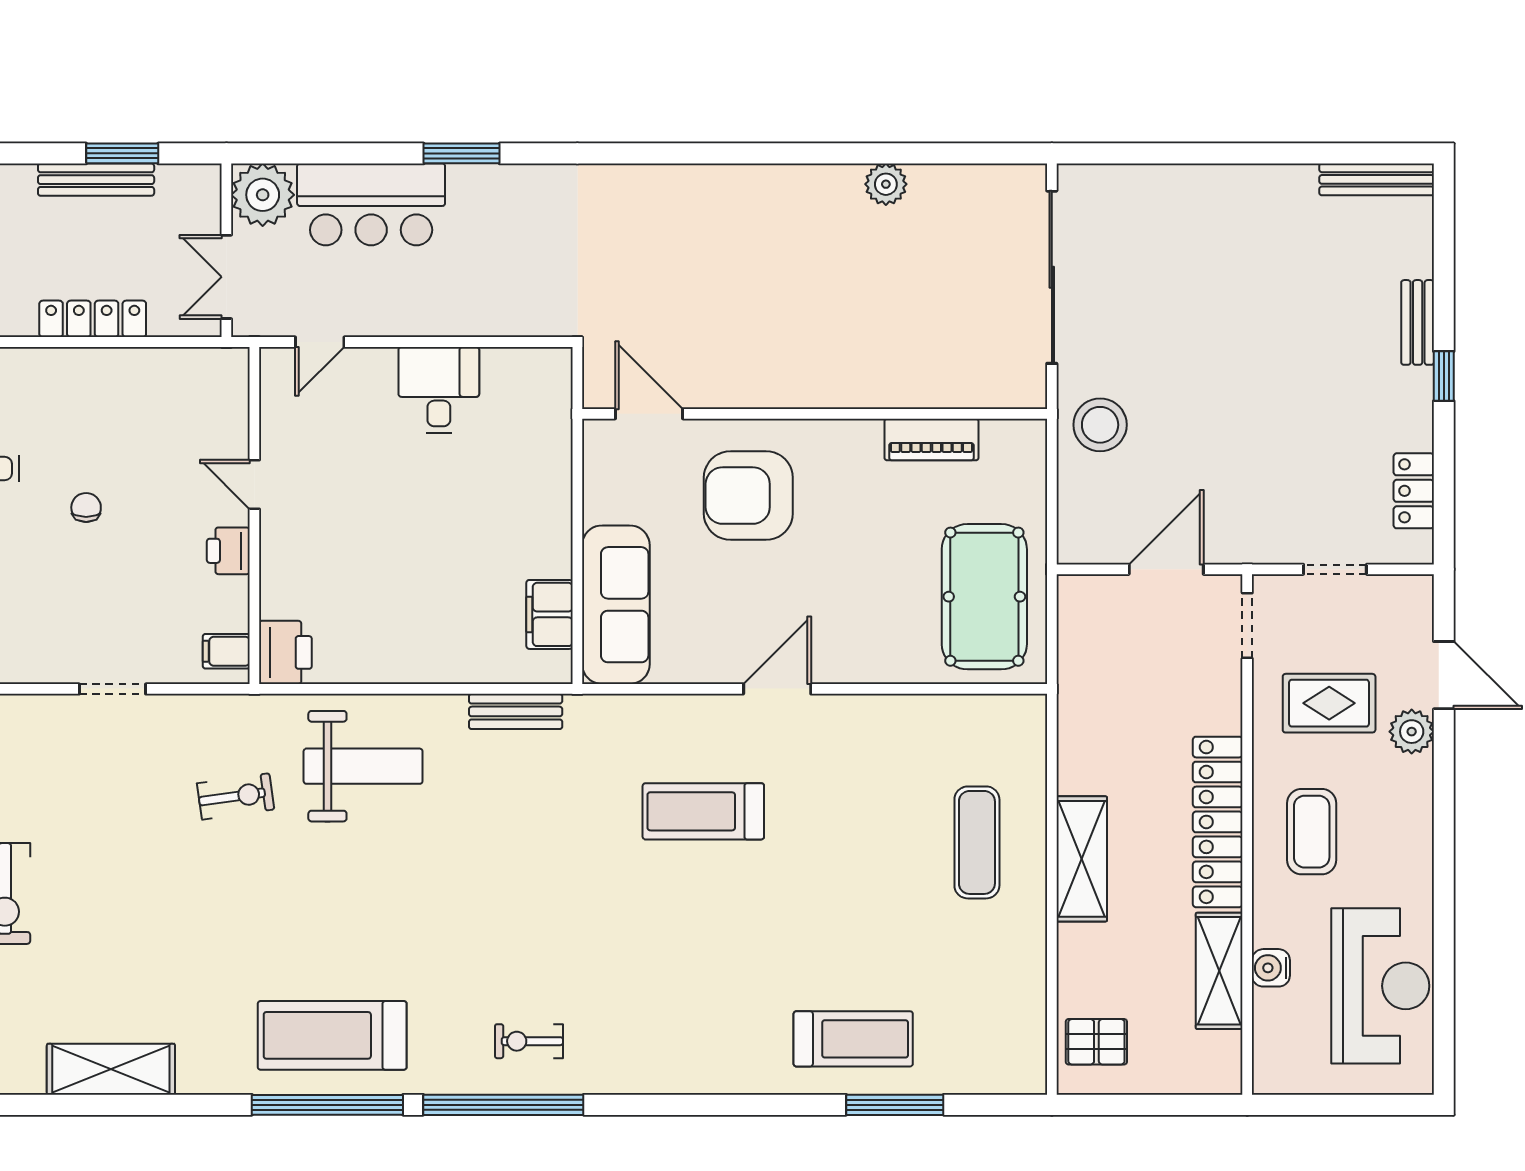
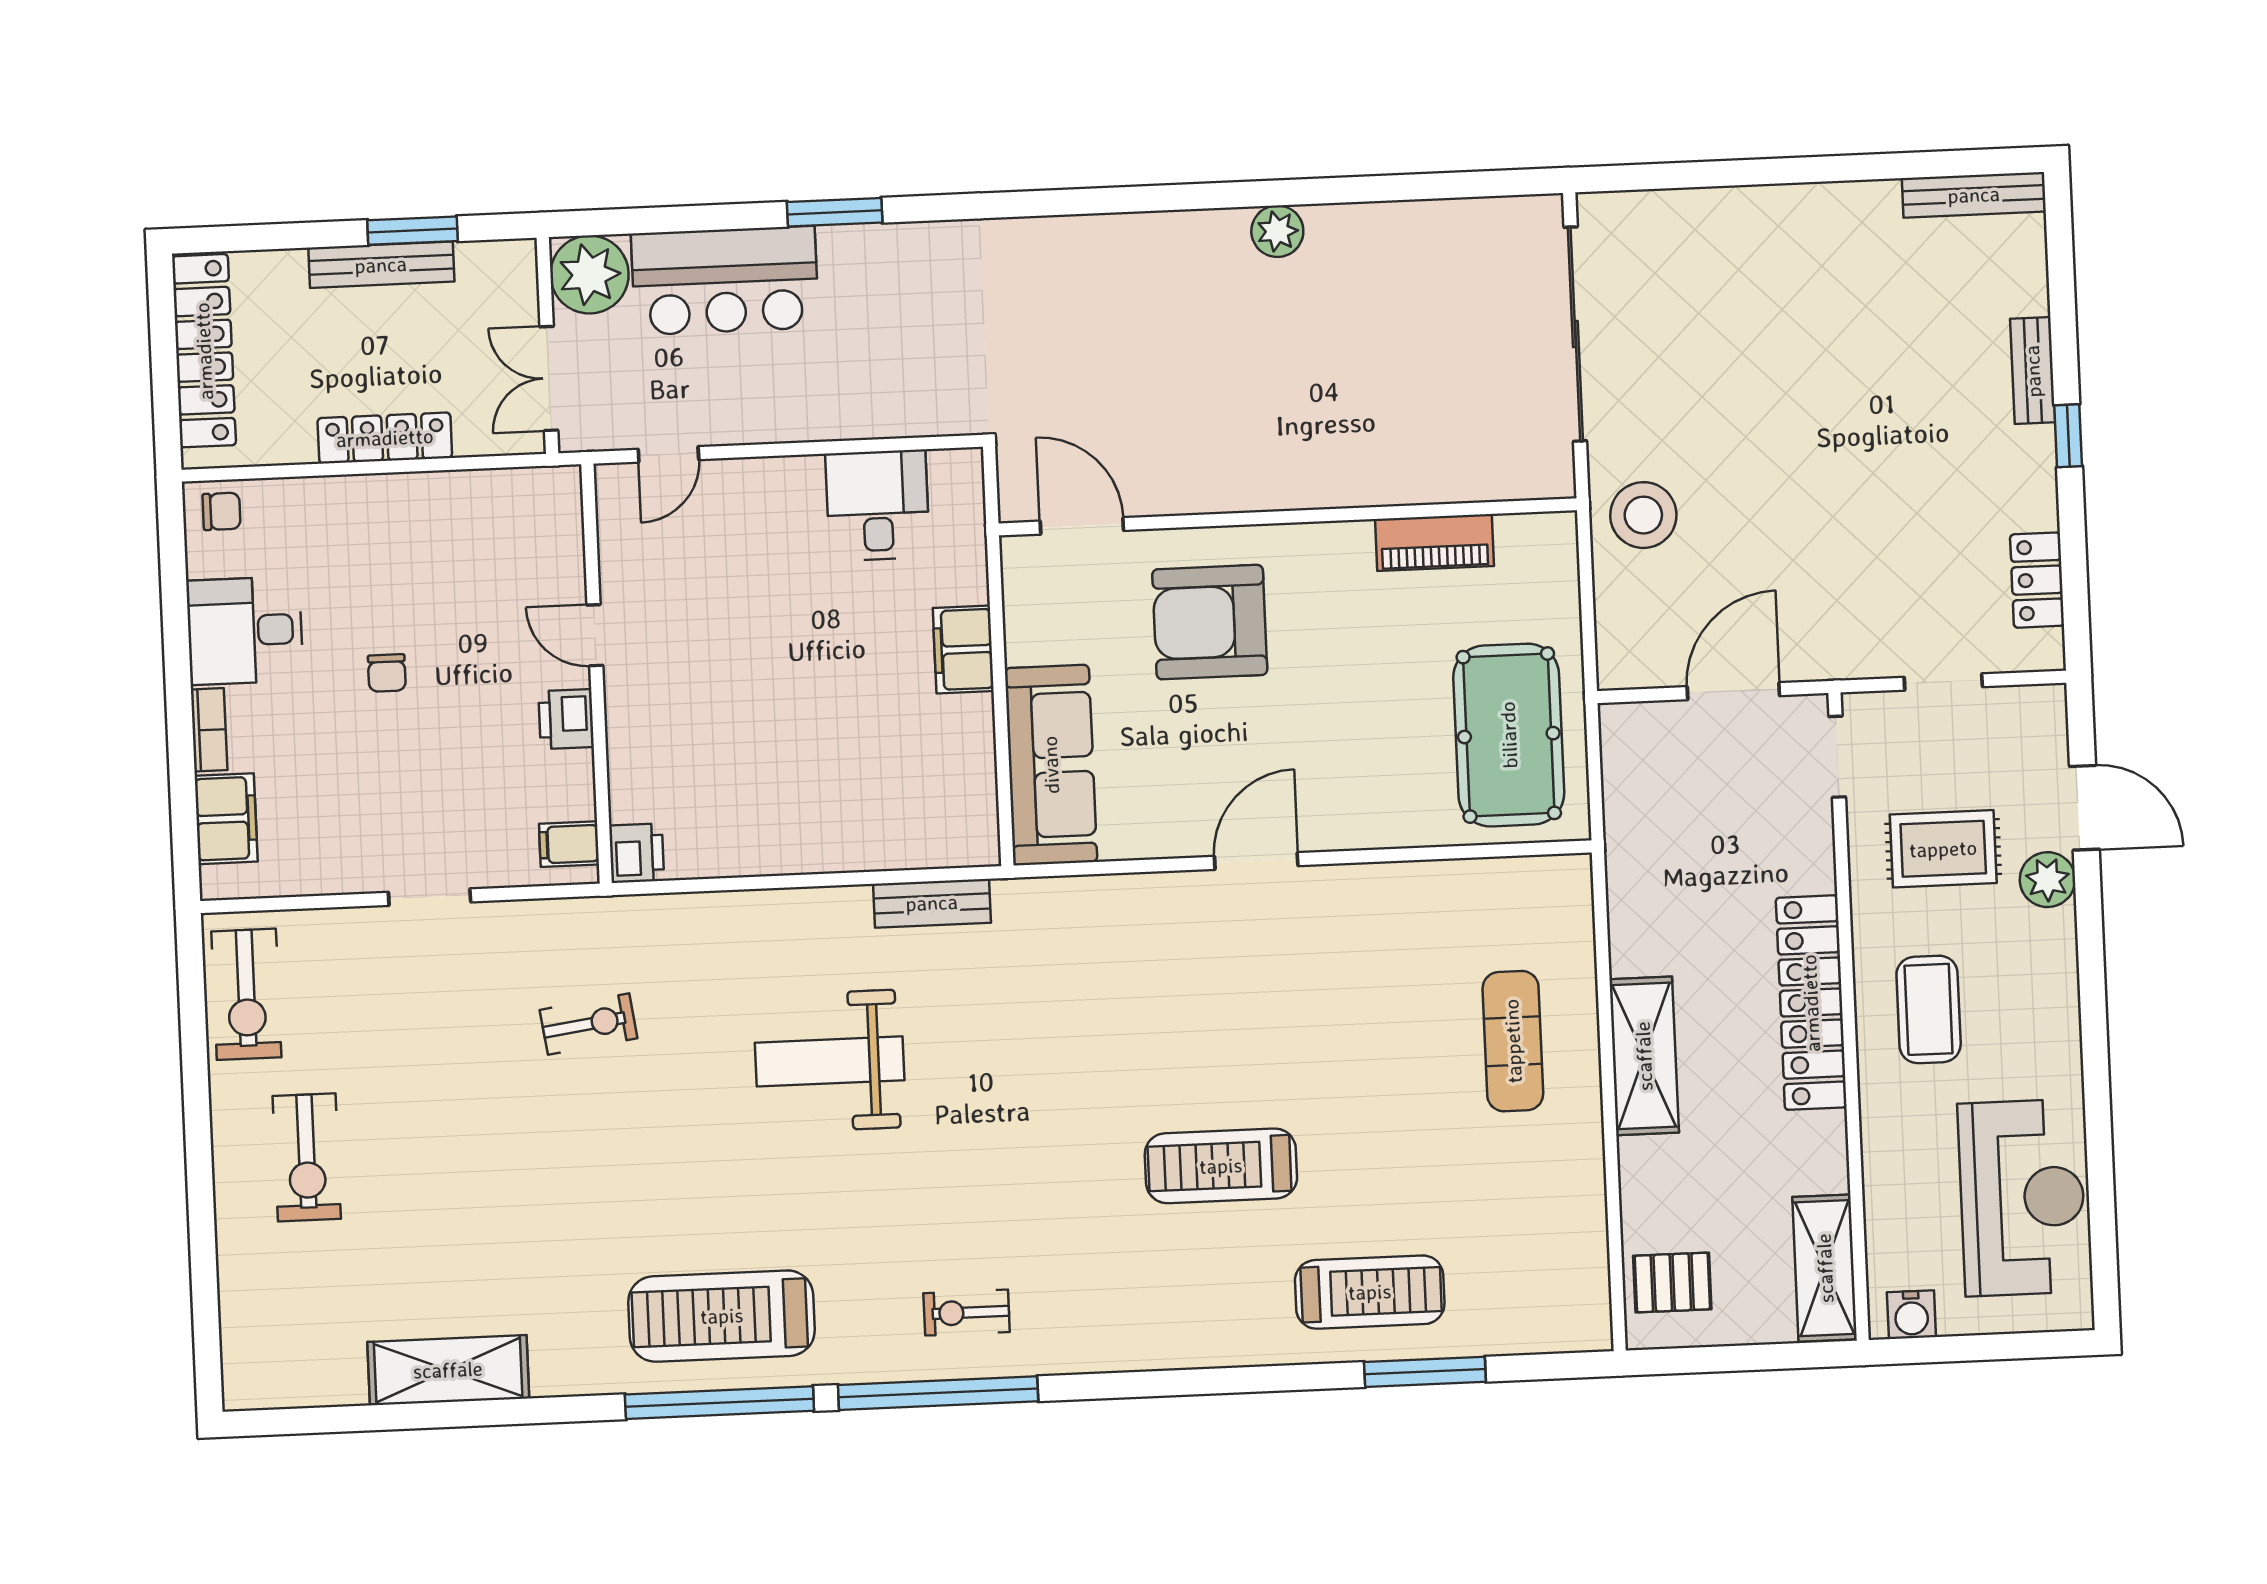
plant: (886, 184) -> (1277, 231), moved
desk: (439, 390) -> (877, 505), moved
chair: (86, 507) -> (387, 673), turned 180
filing cabinet: (550, 614) -> (963, 649), moved
printer: (285, 652) -> (637, 853), width x0.73, depth x0.81
weight bench: (363, 766) -> (830, 1061), moved, turned 180
treadmill: (703, 811) -> (1221, 1166), moved
water cooler: (1271, 968) -> (1911, 1315), moved, turned -90
shelving: (1219, 971) -> (1825, 1268), moved

